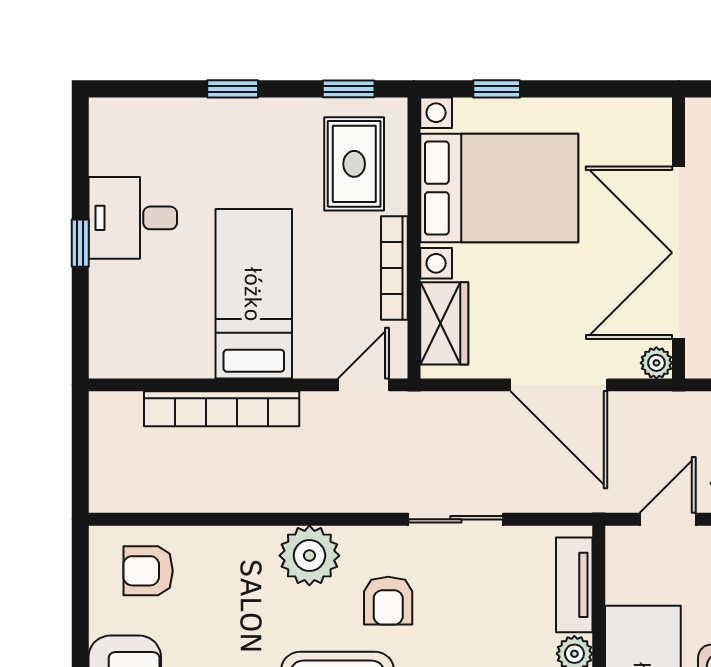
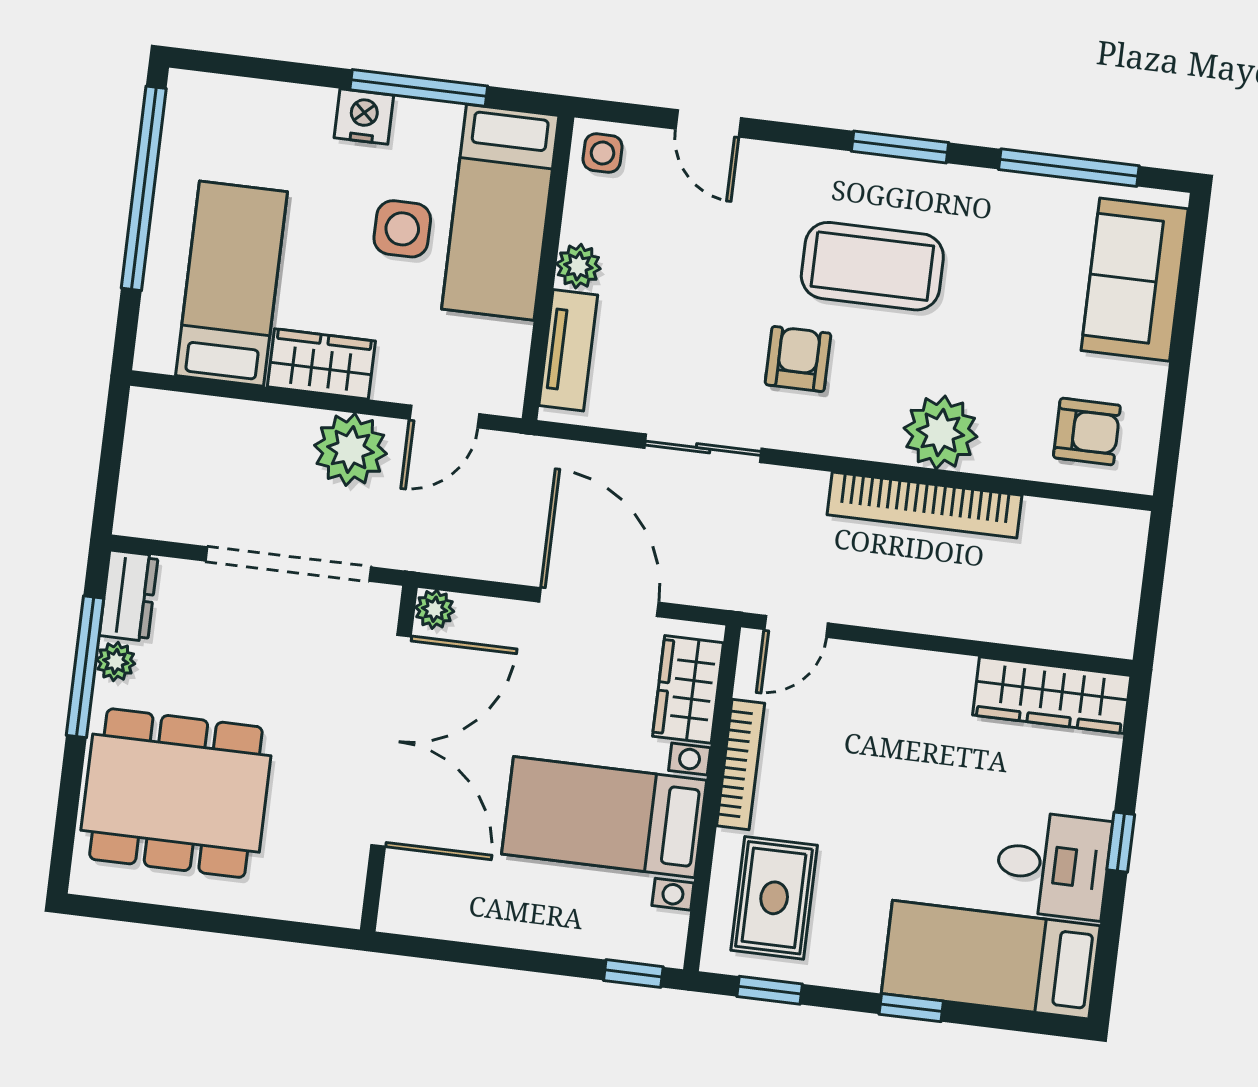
window: (497, 89) -> (633, 974), moved
bed with nightstands: (499, 188) -> (604, 817), width x0.73
bed: (254, 294) -> (991, 960), moved, turned 90
wardrobe: (150, 355) -> (1052, 695), added
door: (559, 385) -> (599, 602), moved
bookcase: (222, 409) -> (924, 505), moved, turned 180
plant: (309, 556) -> (941, 432), moved

